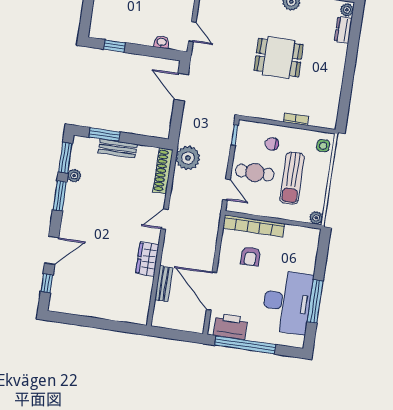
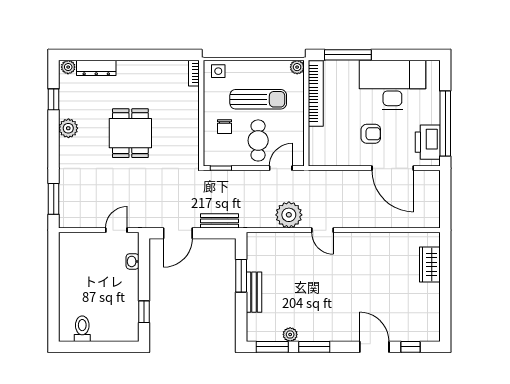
dresser: (343, 30) -> (96, 68), width x1.44
bookcase: (296, 119) -> (194, 73), moved
window: (104, 135) -> (241, 276), moved
plant: (188, 158) -> (289, 215), moved
shoe rack: (163, 171) -> (271, 240), removed
bookcase: (254, 226) -> (316, 93), moved
armchair: (251, 256) -> (371, 134), moved
wardrobe: (147, 259) -> (430, 264), moved, turned 90
bench: (164, 284) -> (220, 221), moved
door: (212, 291) -> (393, 168), hinge flipped
window: (315, 301) -> (348, 55), moved

